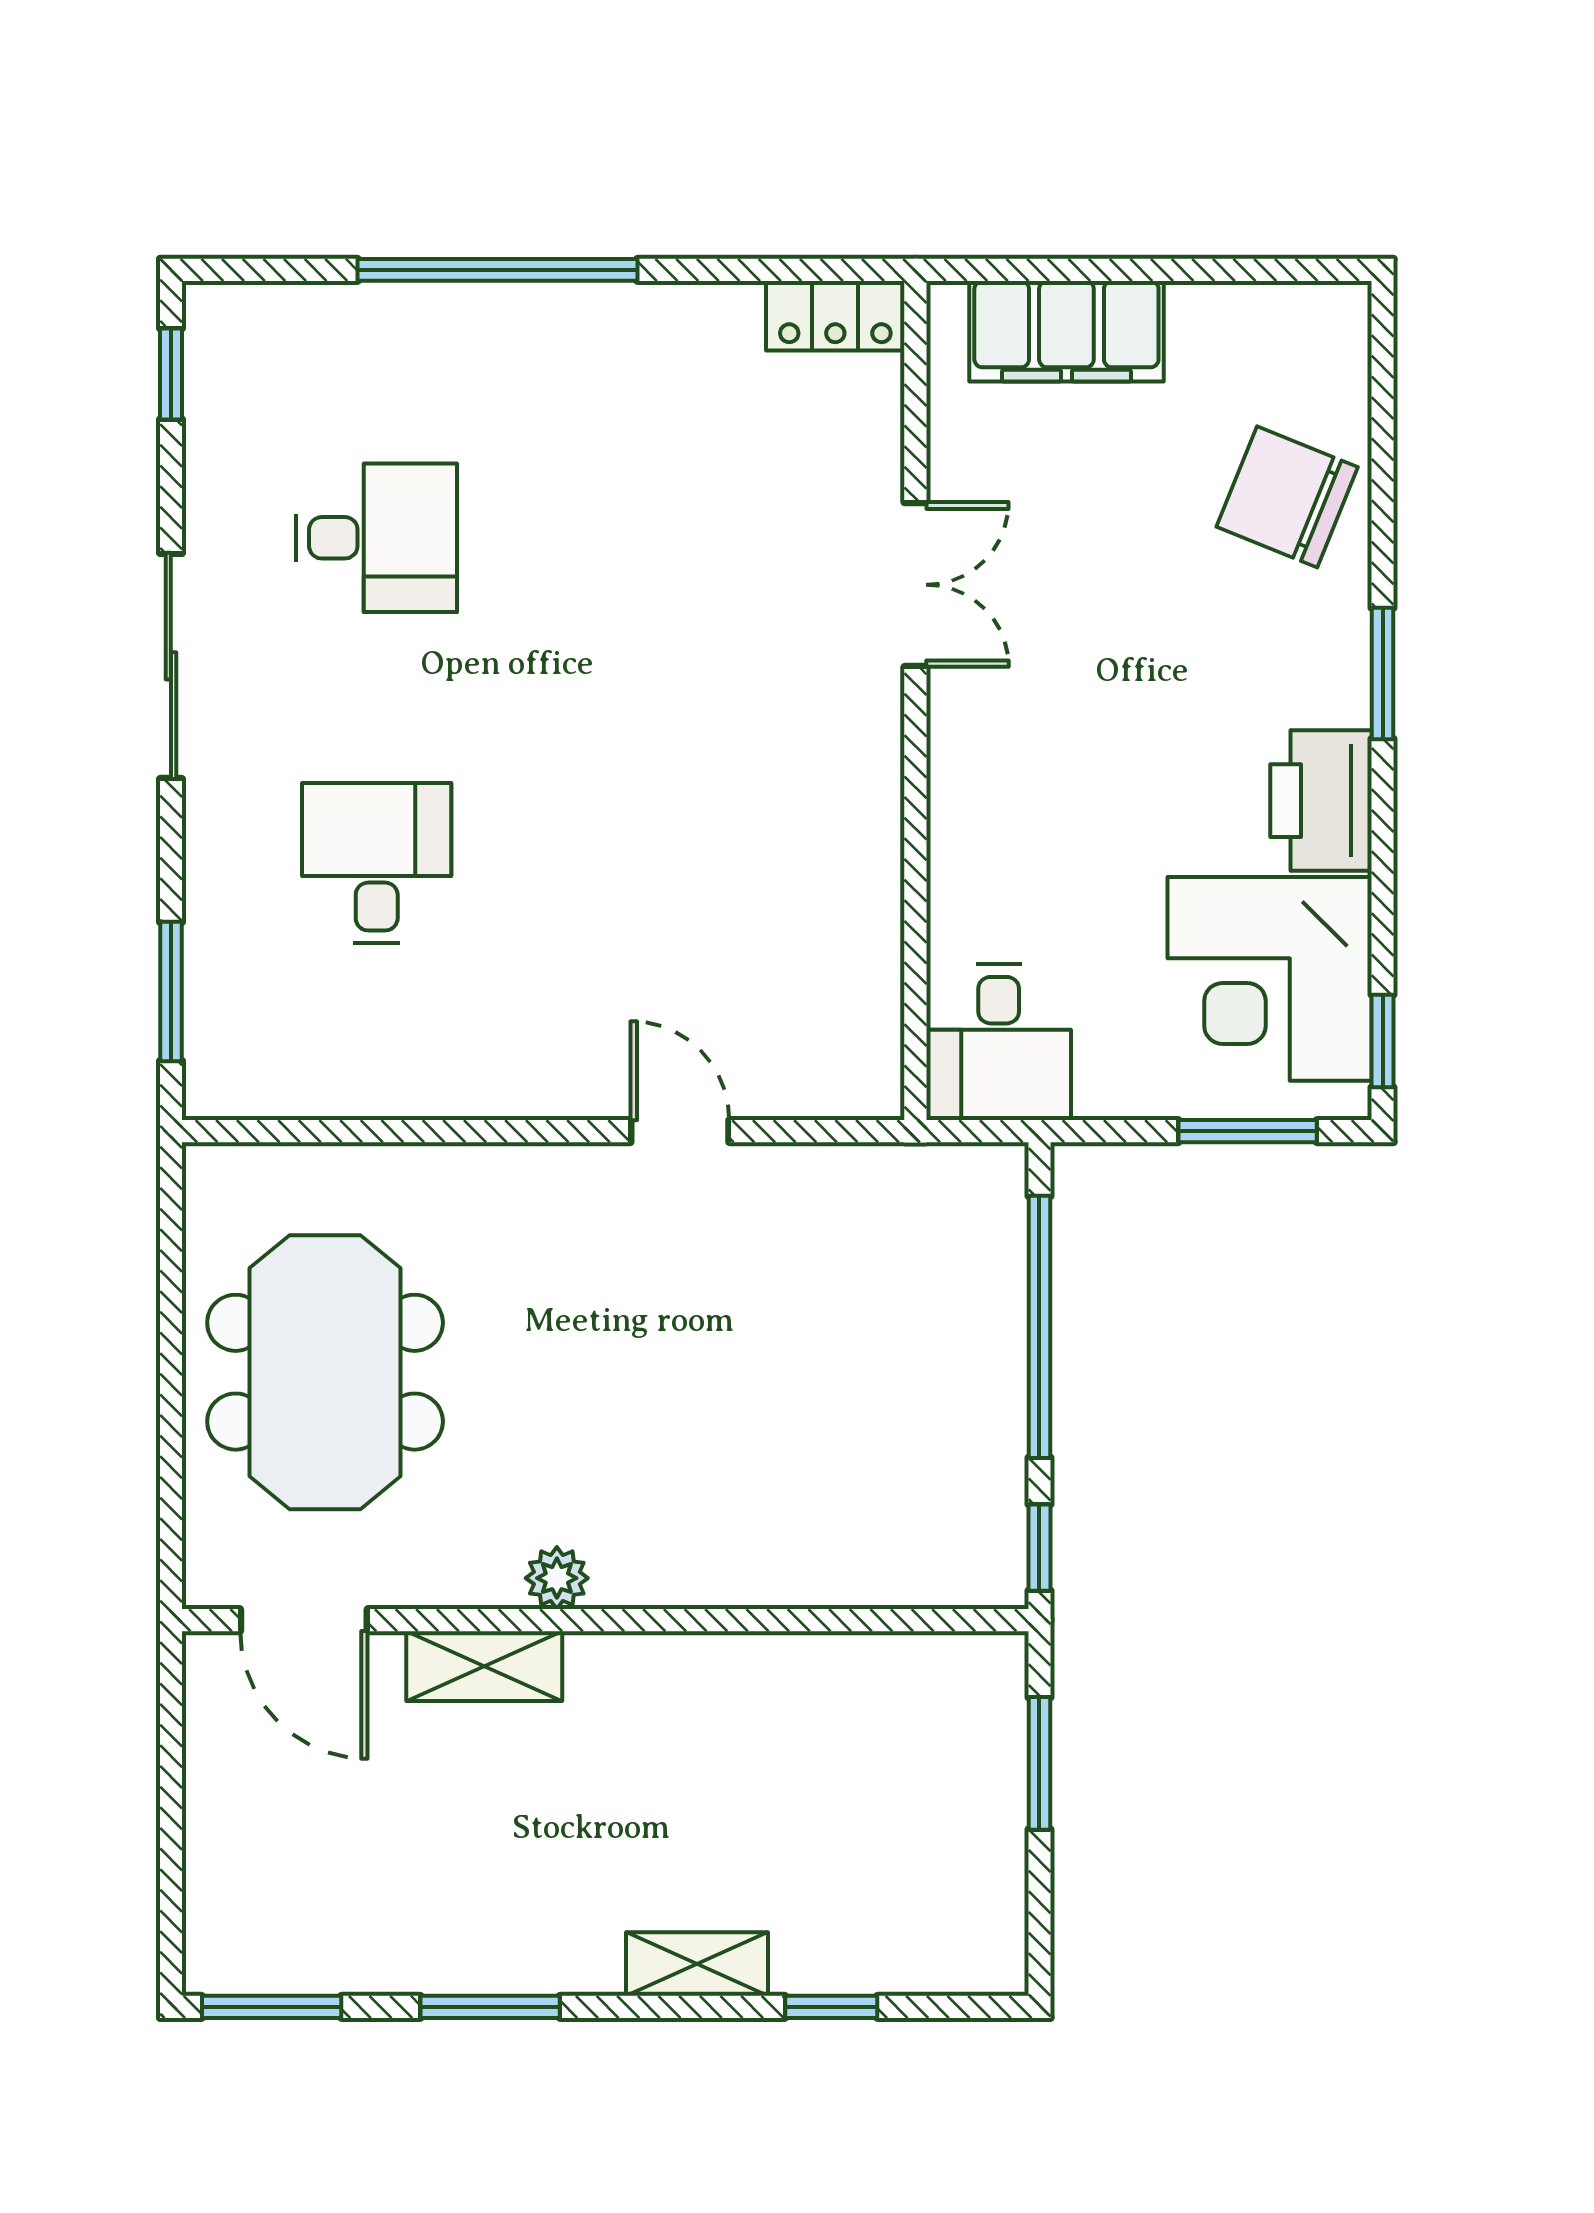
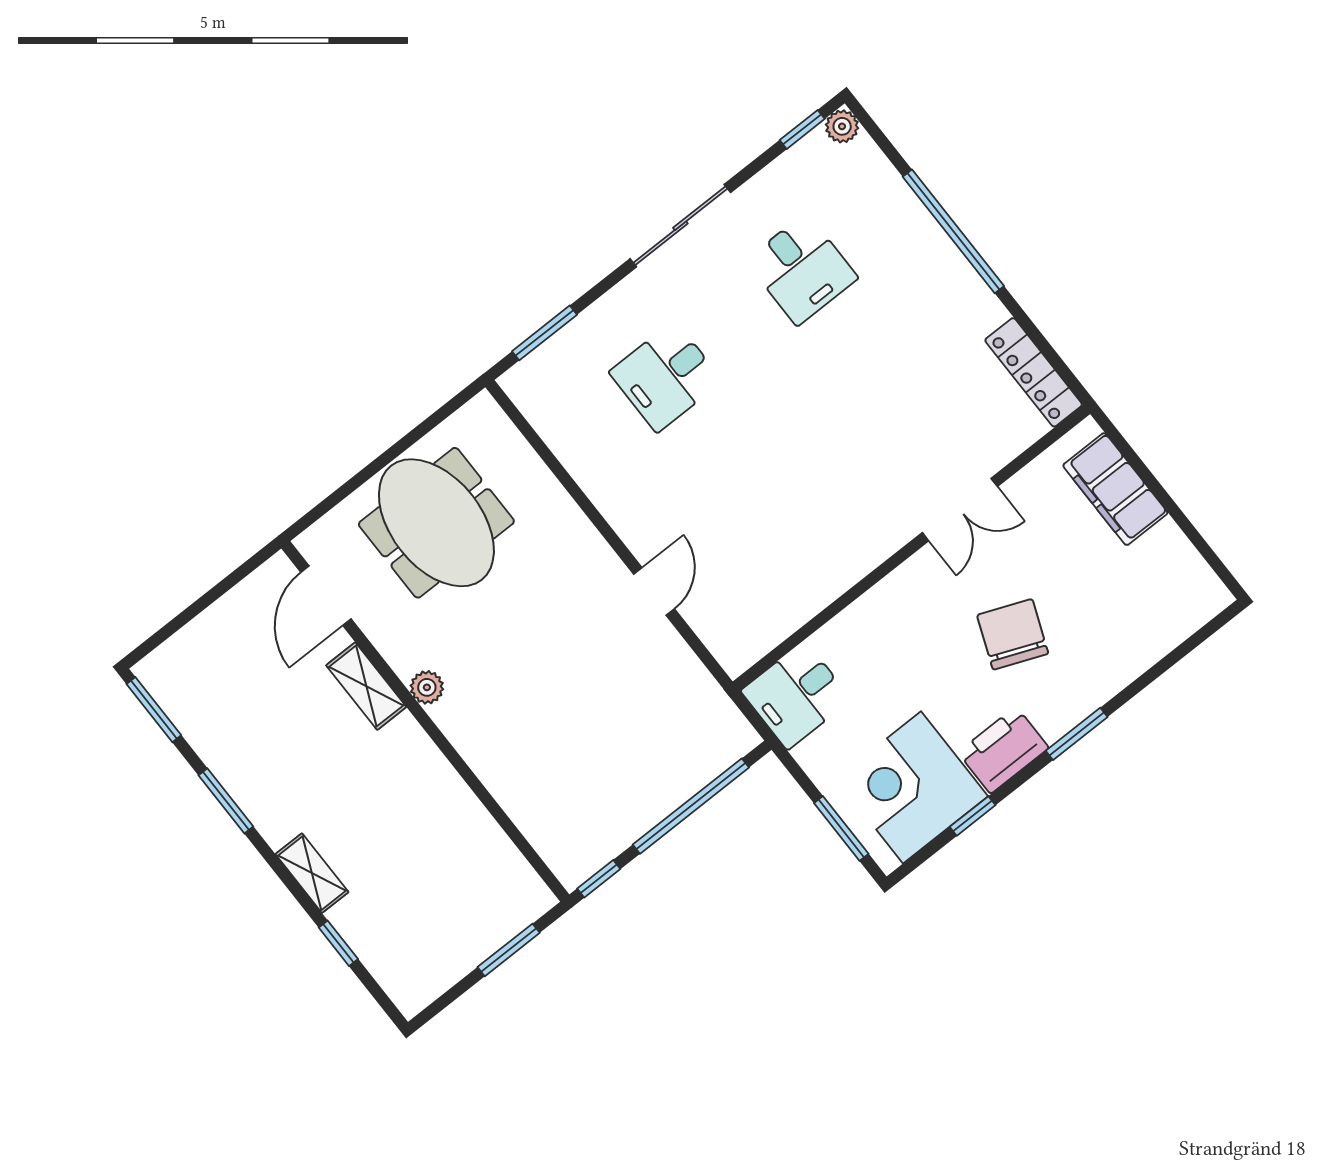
plant: (213, 312) -> (842, 126), added
locker: (835, 316) -> (1034, 372), width x1.53
chair: (1287, 497) -> (1013, 634), moved
desk: (377, 863) -> (666, 377), turned 180
window: (1383, 1041) -> (973, 816), moved
meeting table: (325, 1372) -> (436, 523), turned 90

